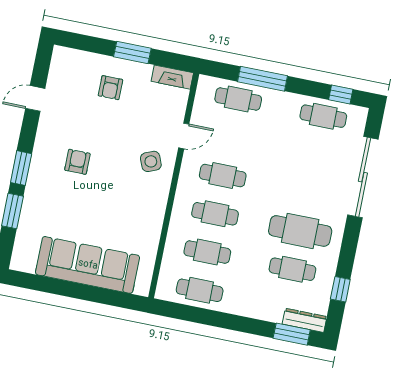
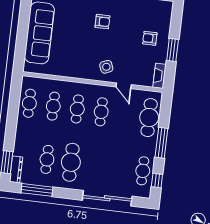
window: (262, 79) -> (161, 143), moved
cafe table: (238, 99) -> (149, 118), width x1.37, depth x1.35
window: (340, 289) -> (37, 190), width x2.17

